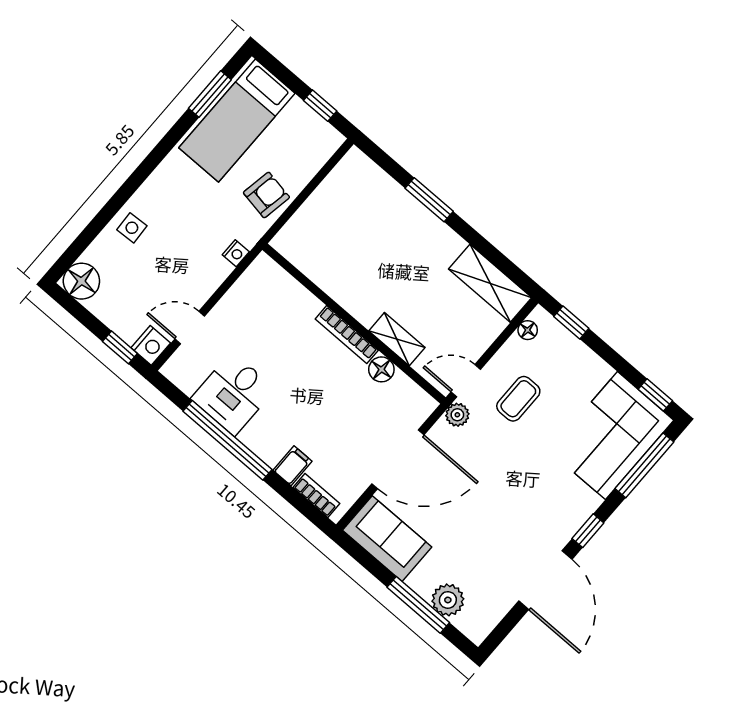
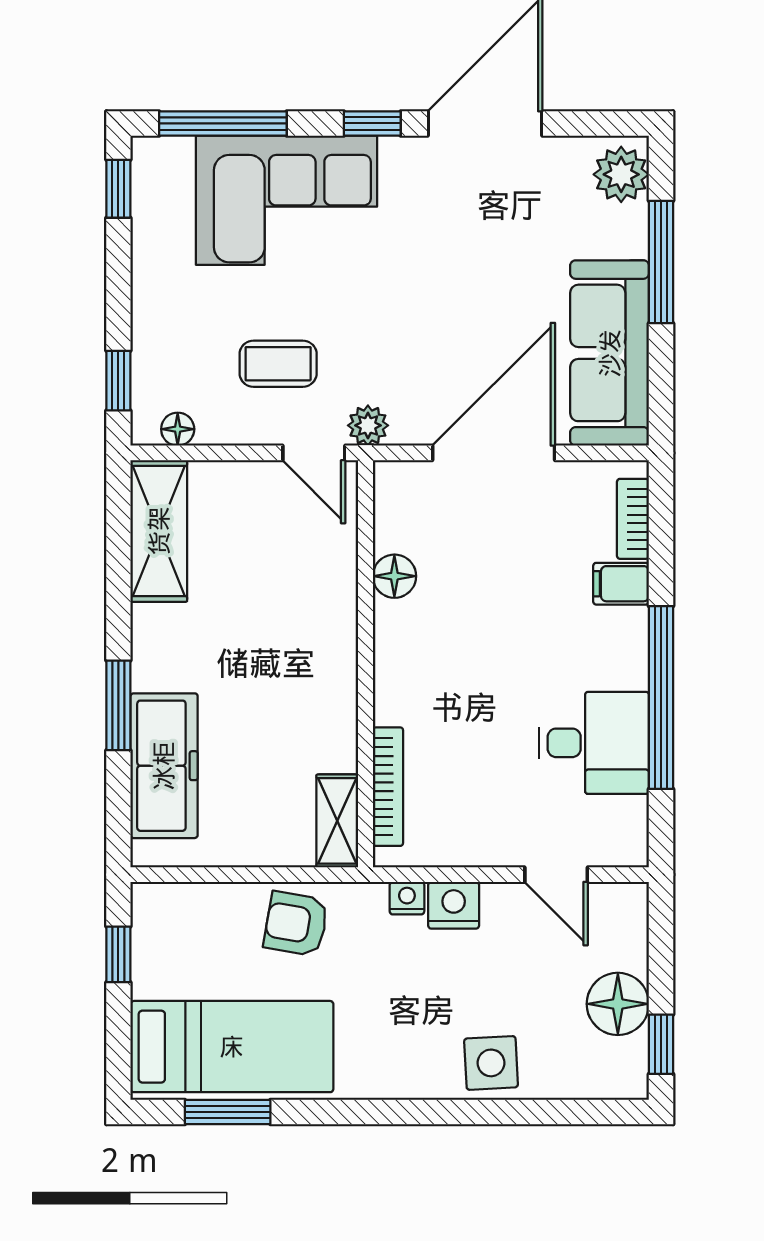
freezer: (385, 197) -> (164, 766), added
side table: (132, 228) -> (491, 1063), width x1.37, depth x1.37
floor lamp: (81, 281) -> (618, 1004), moved
bookcase: (347, 335) -> (388, 787), moved
shelving: (397, 339) -> (337, 821), moved
nightstand: (151, 345) -> (454, 905), moved
window: (120, 347) -> (661, 1044), moved
corner sofa: (611, 436) -> (286, 200), moved
door: (398, 459) -> (494, 453), hinge flipped
sofa: (387, 539) -> (610, 353), width x1.36
plant: (448, 600) -> (621, 174), moved

